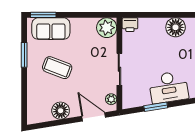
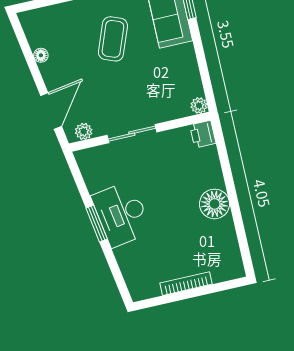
plant: (107, 28) -> (199, 106), width x0.53, depth x0.53
window: (156, 107) -> (97, 224), moved
floor lamp: (61, 111) -> (41, 55), width x0.53, depth x0.53

